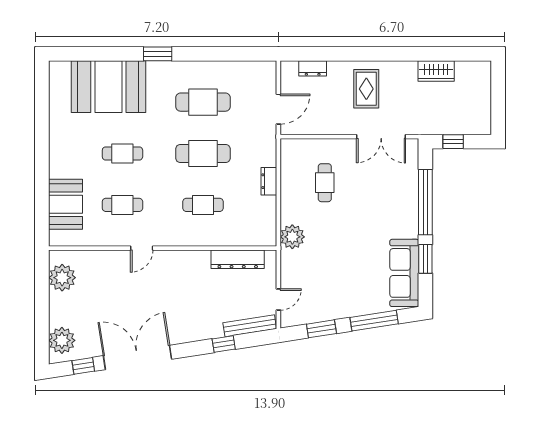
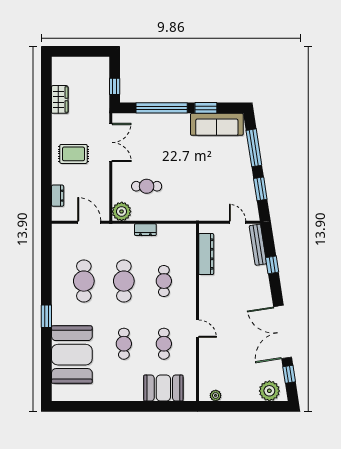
plant: (292, 237) -> (122, 211), moved
plant: (62, 278) -> (216, 395), width x0.53, depth x0.53

